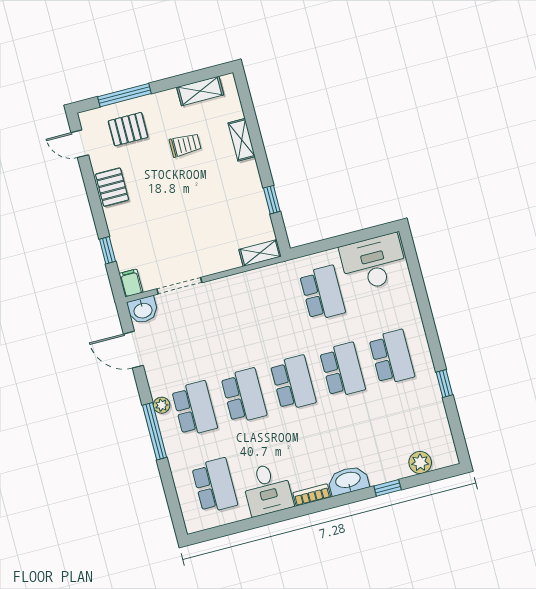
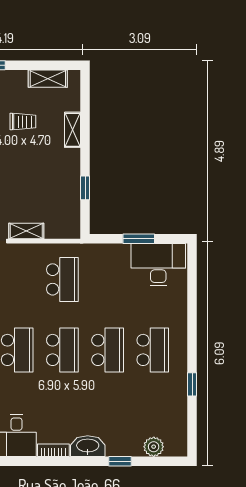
window: (345, 240) -> (139, 239), added
shelving: (260, 253) -> (26, 231), moved
school desk: (322, 293) -> (62, 279), moved

